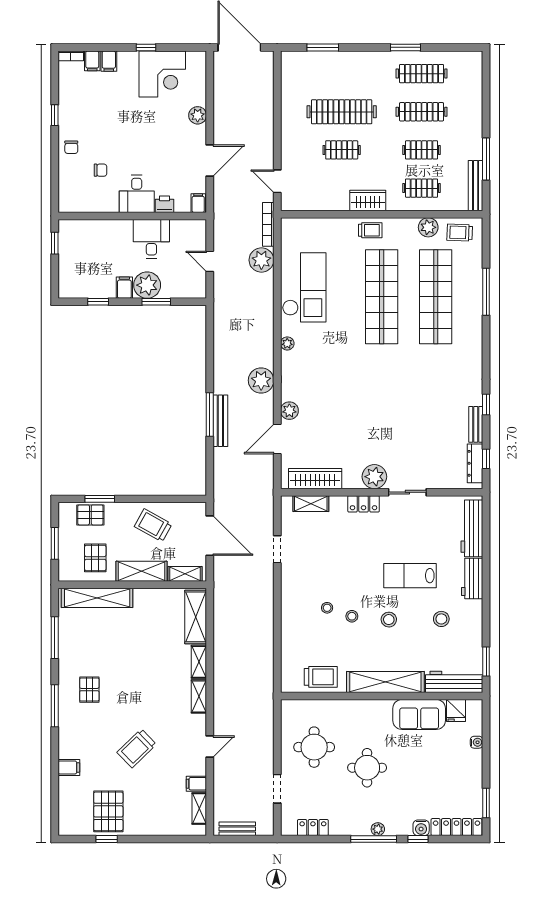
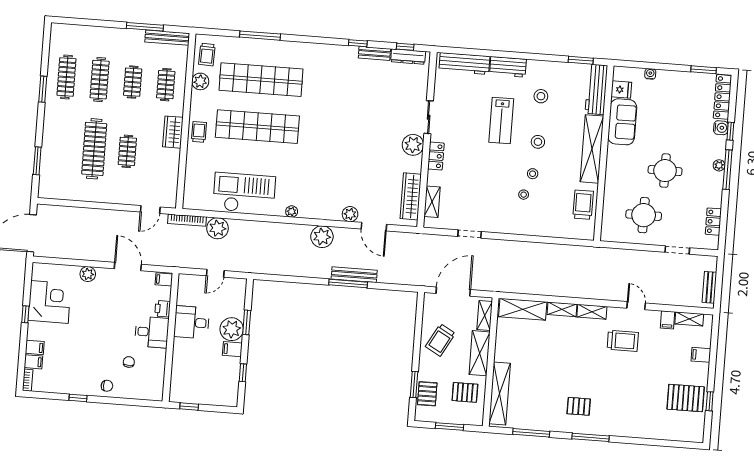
trolley: (137, 748) -> (623, 341), moved, turned -46
filing cabinet: (69, 767) -> (701, 355), moved, turned -90

